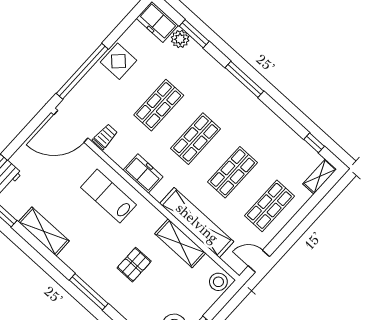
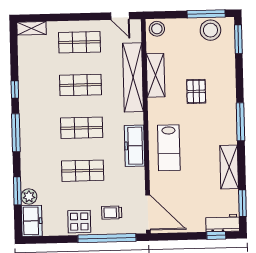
trolley: (105, 137) -> (112, 213), moved
window: (314, 143) -> (15, 89), moved
freezer: (143, 174) -> (135, 146), width x1.40
pallet: (134, 265) -> (196, 91), turned 90
window: (89, 292) -> (240, 122), moved

